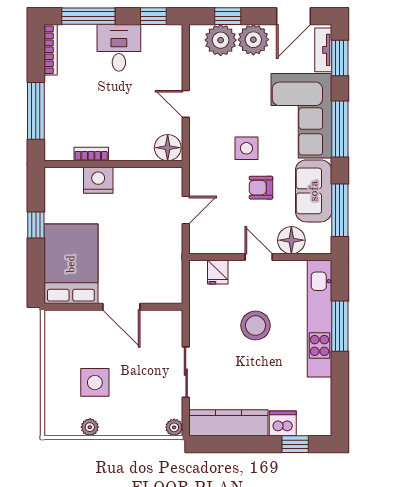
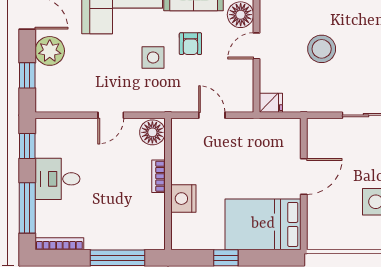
plant: (221, 40) -> (50, 82), removed
bookcase: (91, 154) -> (158, 176), moved
fridge: (218, 272) -> (271, 103), moved

